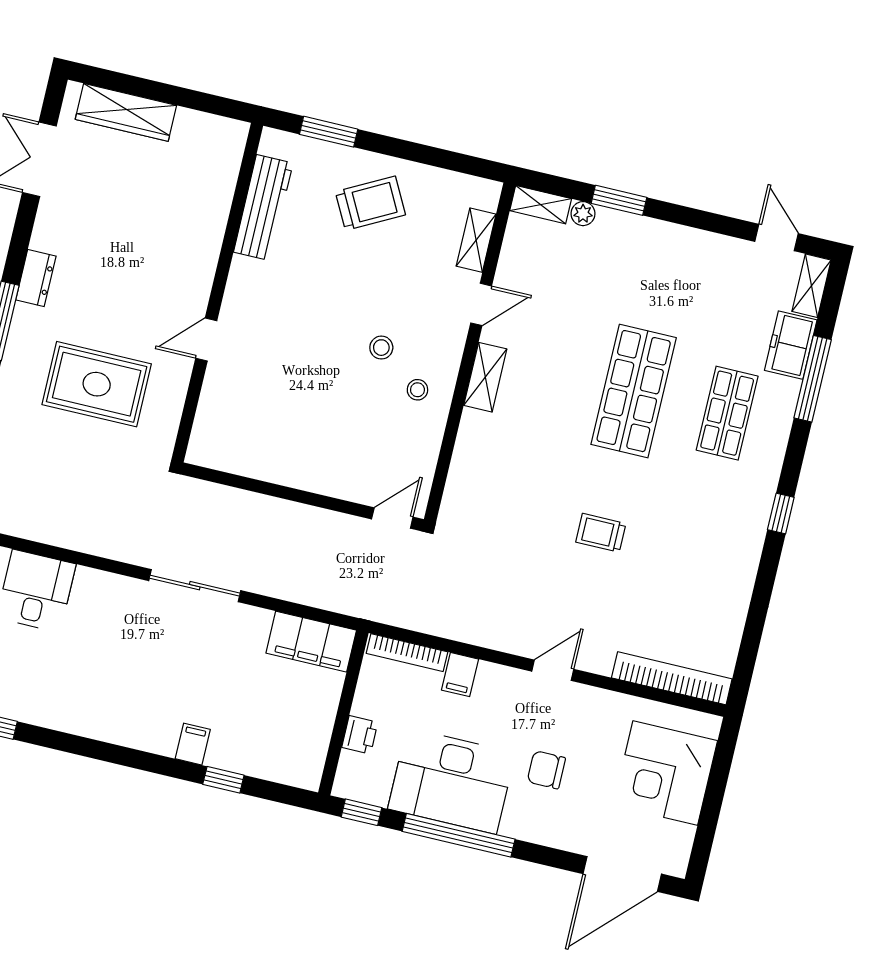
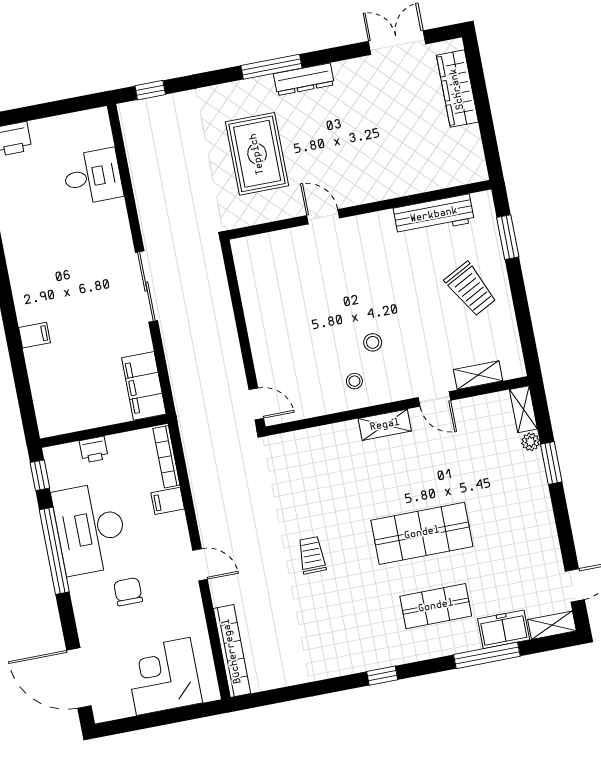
dresser: (36, 278) -> (304, 79), width x1.44
window: (223, 780) -> (19, 368), removed

